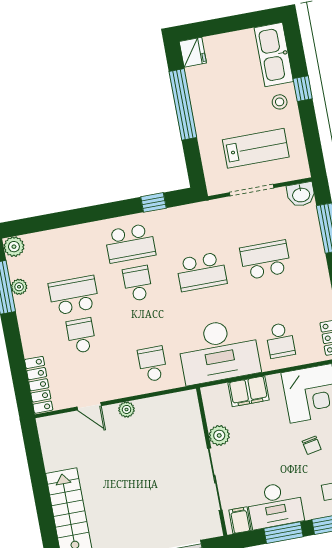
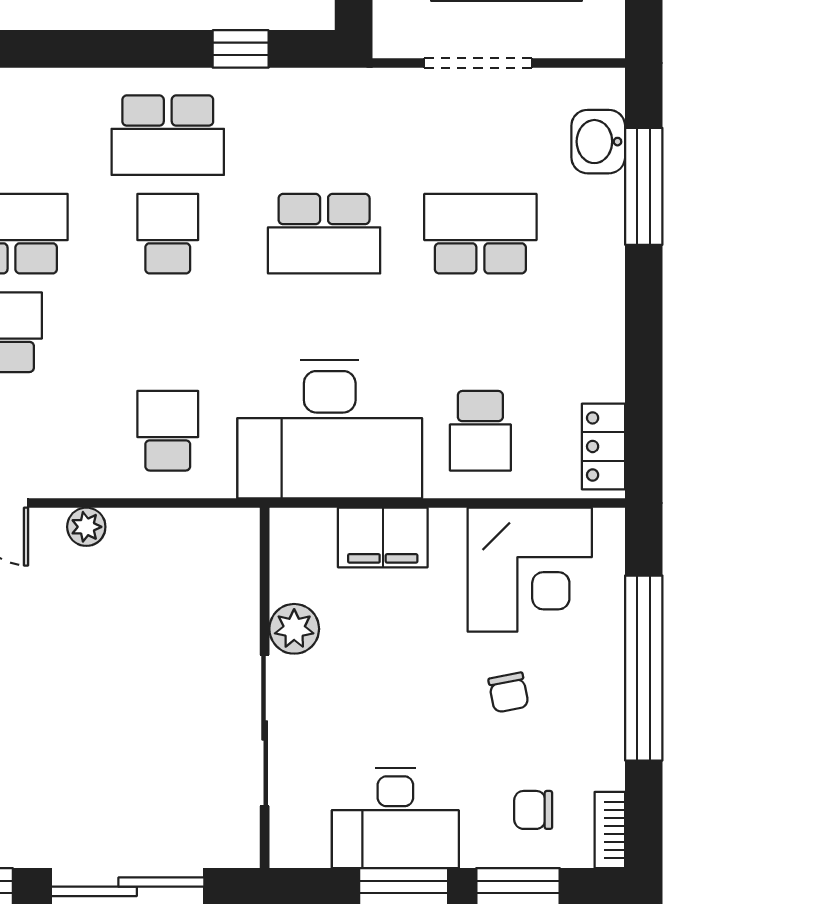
washbasin: (301, 194) -> (598, 142), moved, turned 90
filing cabinet: (240, 520) -> (306, 839), removed

